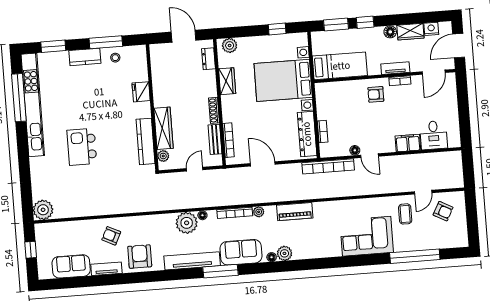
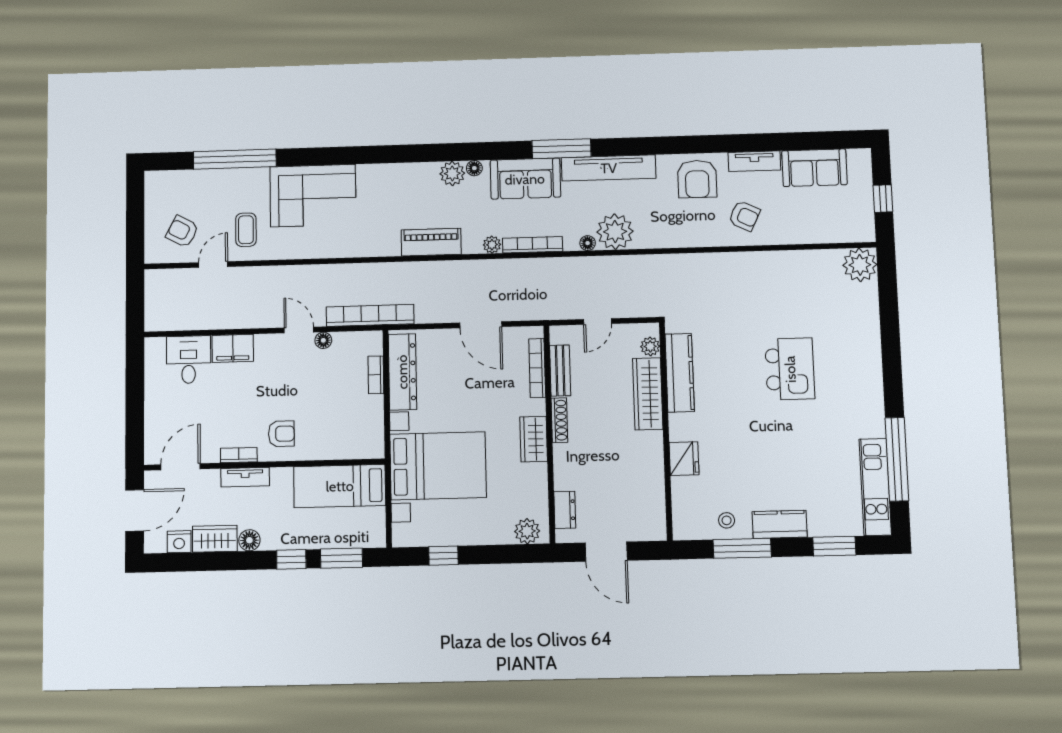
wardrobe: (227, 81) -> (534, 439), moved
kitchen unit: (33, 105) -> (875, 487), width x0.54

